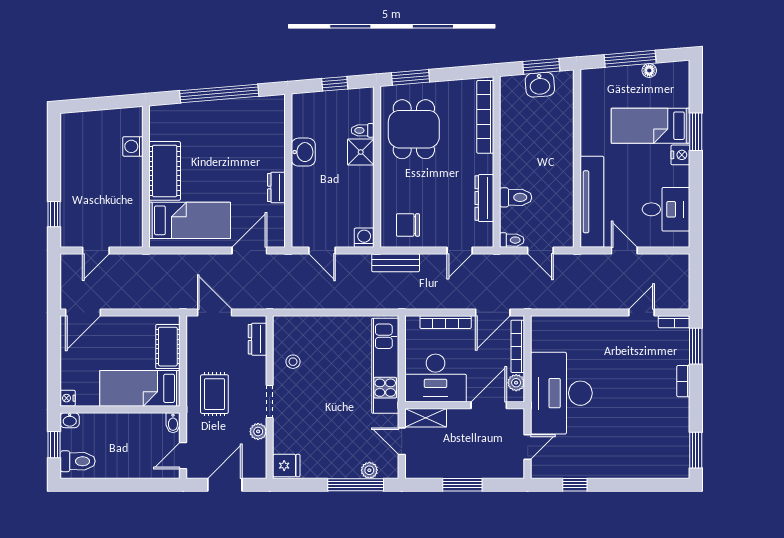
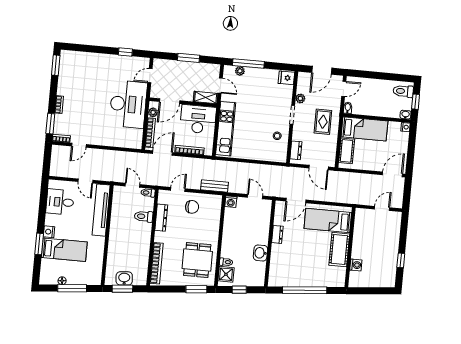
shower: (361, 152) -> (226, 274), moved
window: (54, 214) -> (401, 260), moved
chair: (408, 225) -> (192, 207), moved

